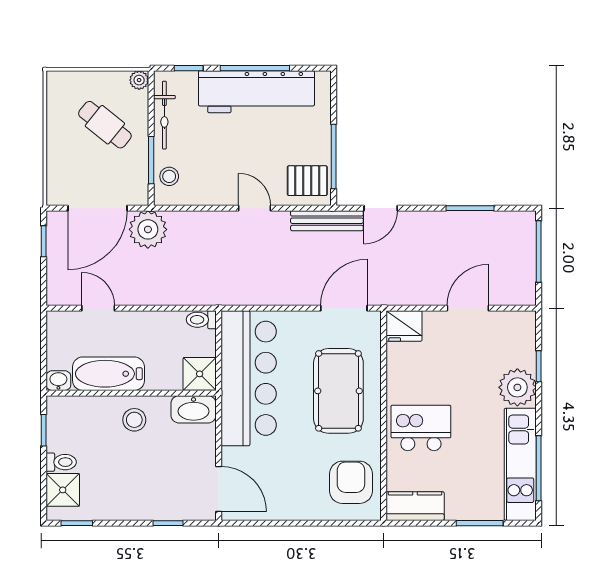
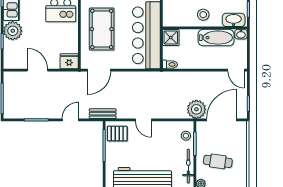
cafe table: (105, 125) -> (218, 161), turned -31
door: (381, 208) -> (70, 120), moved
bench: (327, 221) -> (103, 114), width x0.73
door: (98, 308) -> (236, 70), moved
door: (468, 308) -> (37, 70), swing flipped
washbasin: (194, 409) -> (234, 20), moved

